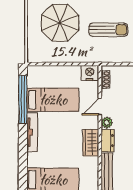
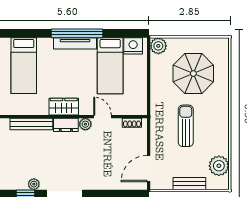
sun lounger: (108, 30) -> (186, 126), turned 180
plant: (34, 55) -> (158, 46), added
nightstand: (90, 73) -> (133, 46), moved, turned -90
window: (23, 100) -> (77, 33), moved

